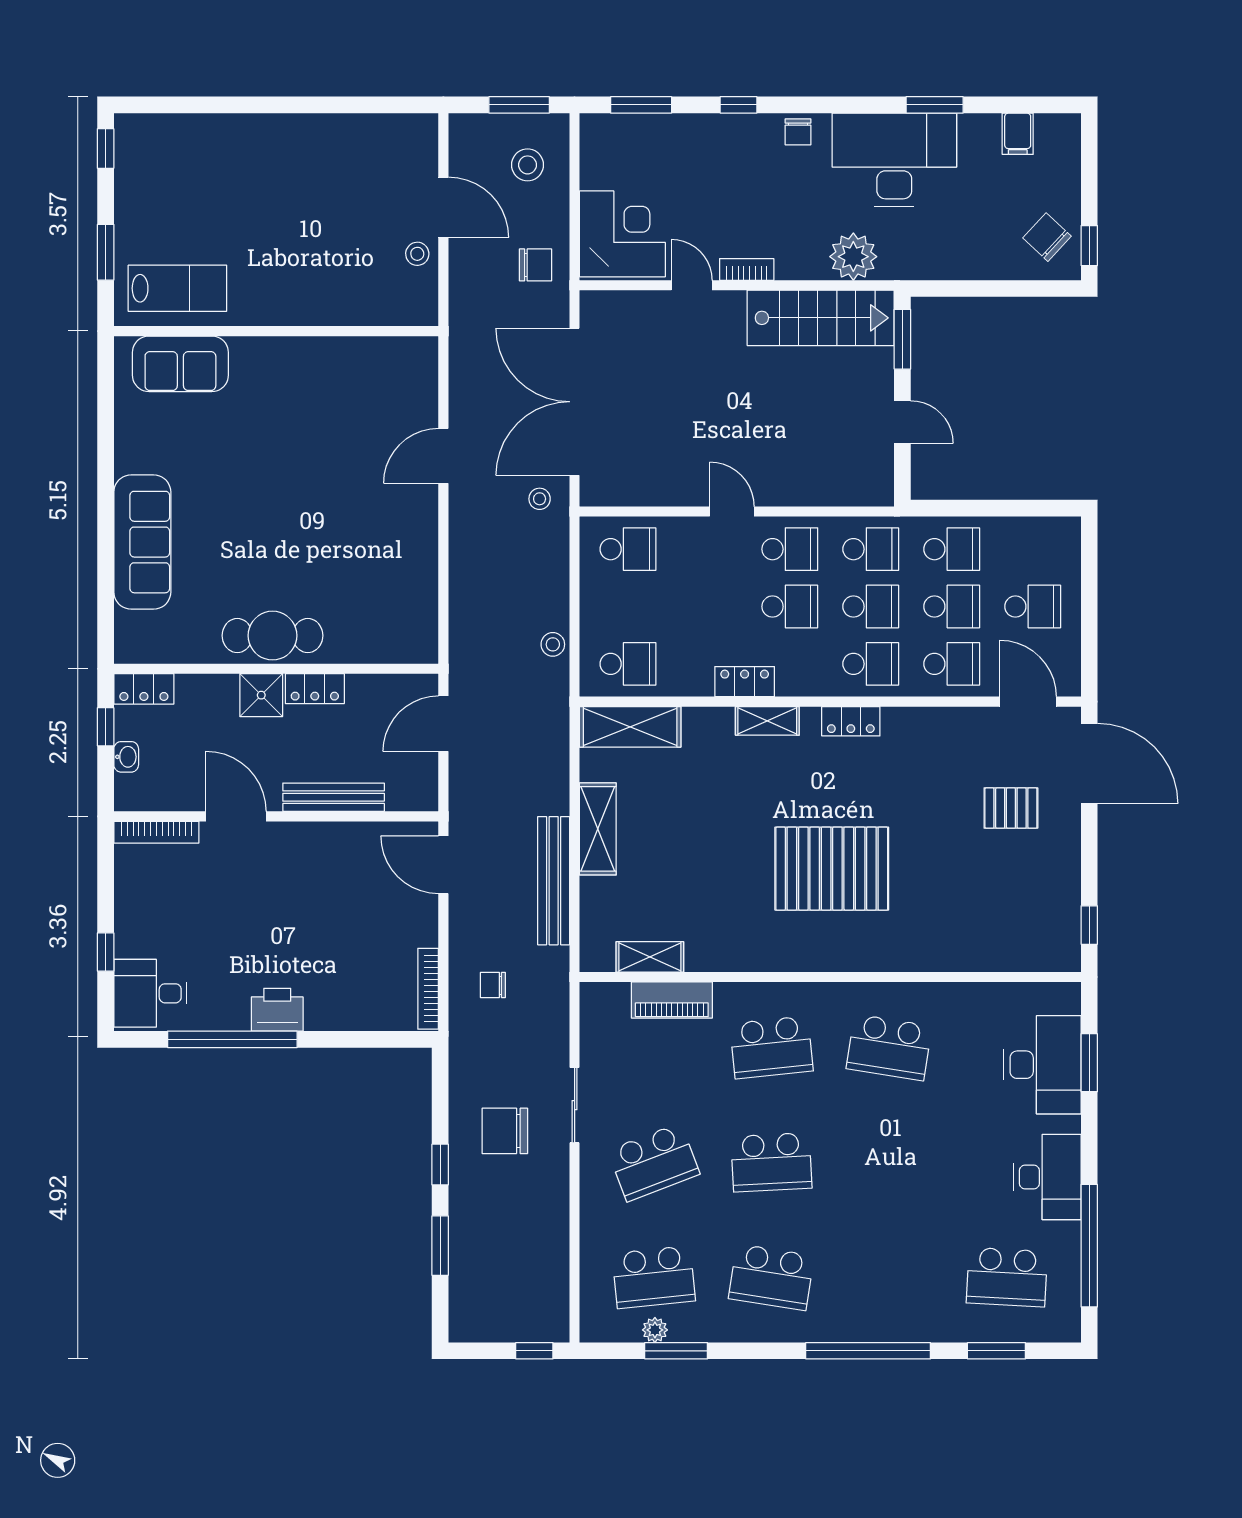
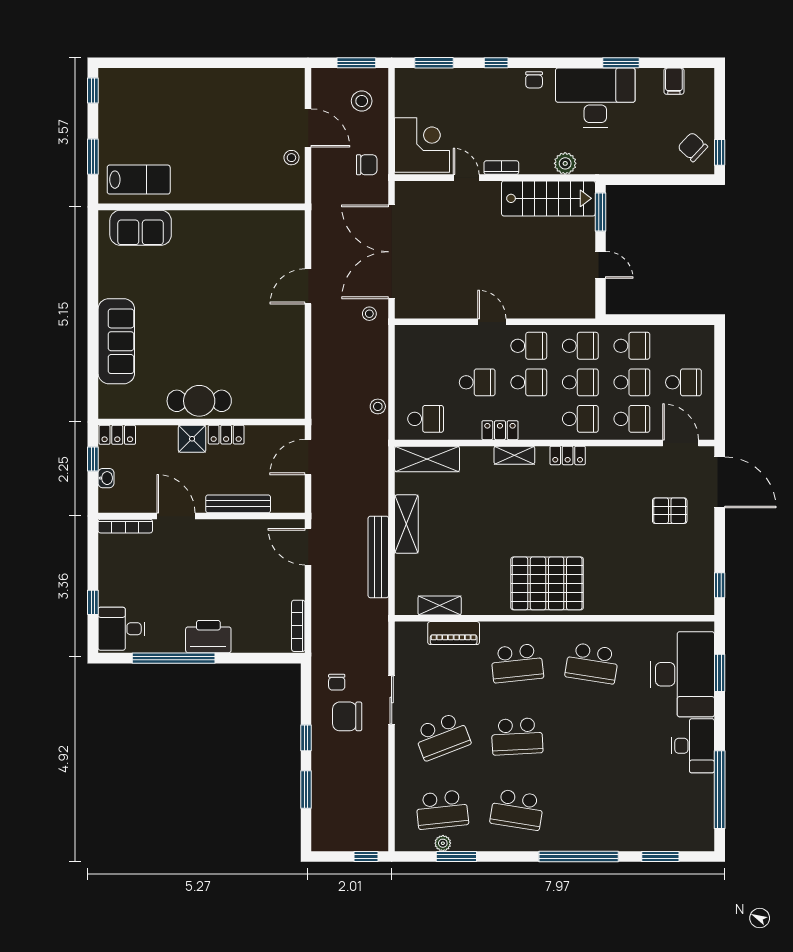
plant: (853, 257) -> (565, 163), width x0.73, depth x0.73
school desk: (628, 549) -> (477, 382), moved
pallet: (832, 869) -> (547, 583), moved
chair: (493, 985) -> (337, 682), moved, turned -90
printer: (277, 1010) -> (208, 637), width x1.37, depth x1.19
desk: (1043, 1065) -> (682, 674), width x1.36, depth x1.30
school desk: (1007, 1277) -> (667, 810), removed

